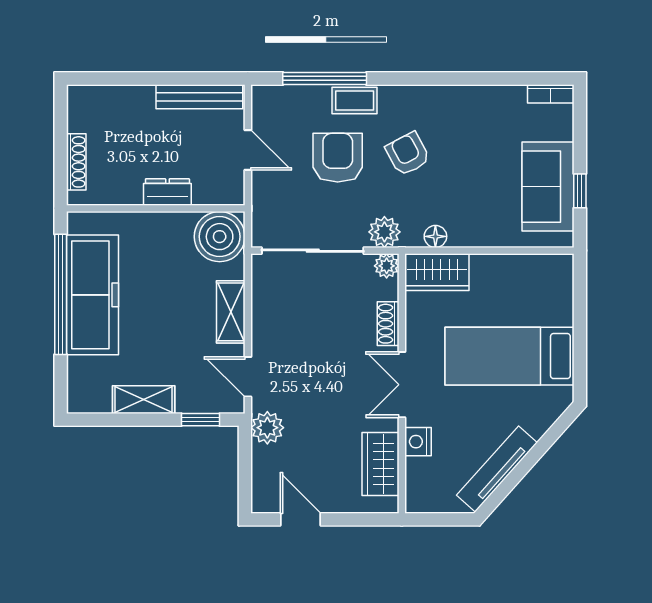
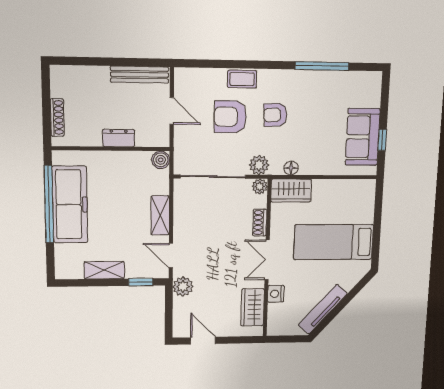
window: (325, 78) -> (322, 66), moved
bookcase: (551, 94) -> (368, 77), removed
armchair: (408, 154) -> (275, 115), turned -65
armchair: (338, 158) -> (230, 117), turned -90
boiler: (220, 237) -> (161, 160), width x0.54, depth x0.54

